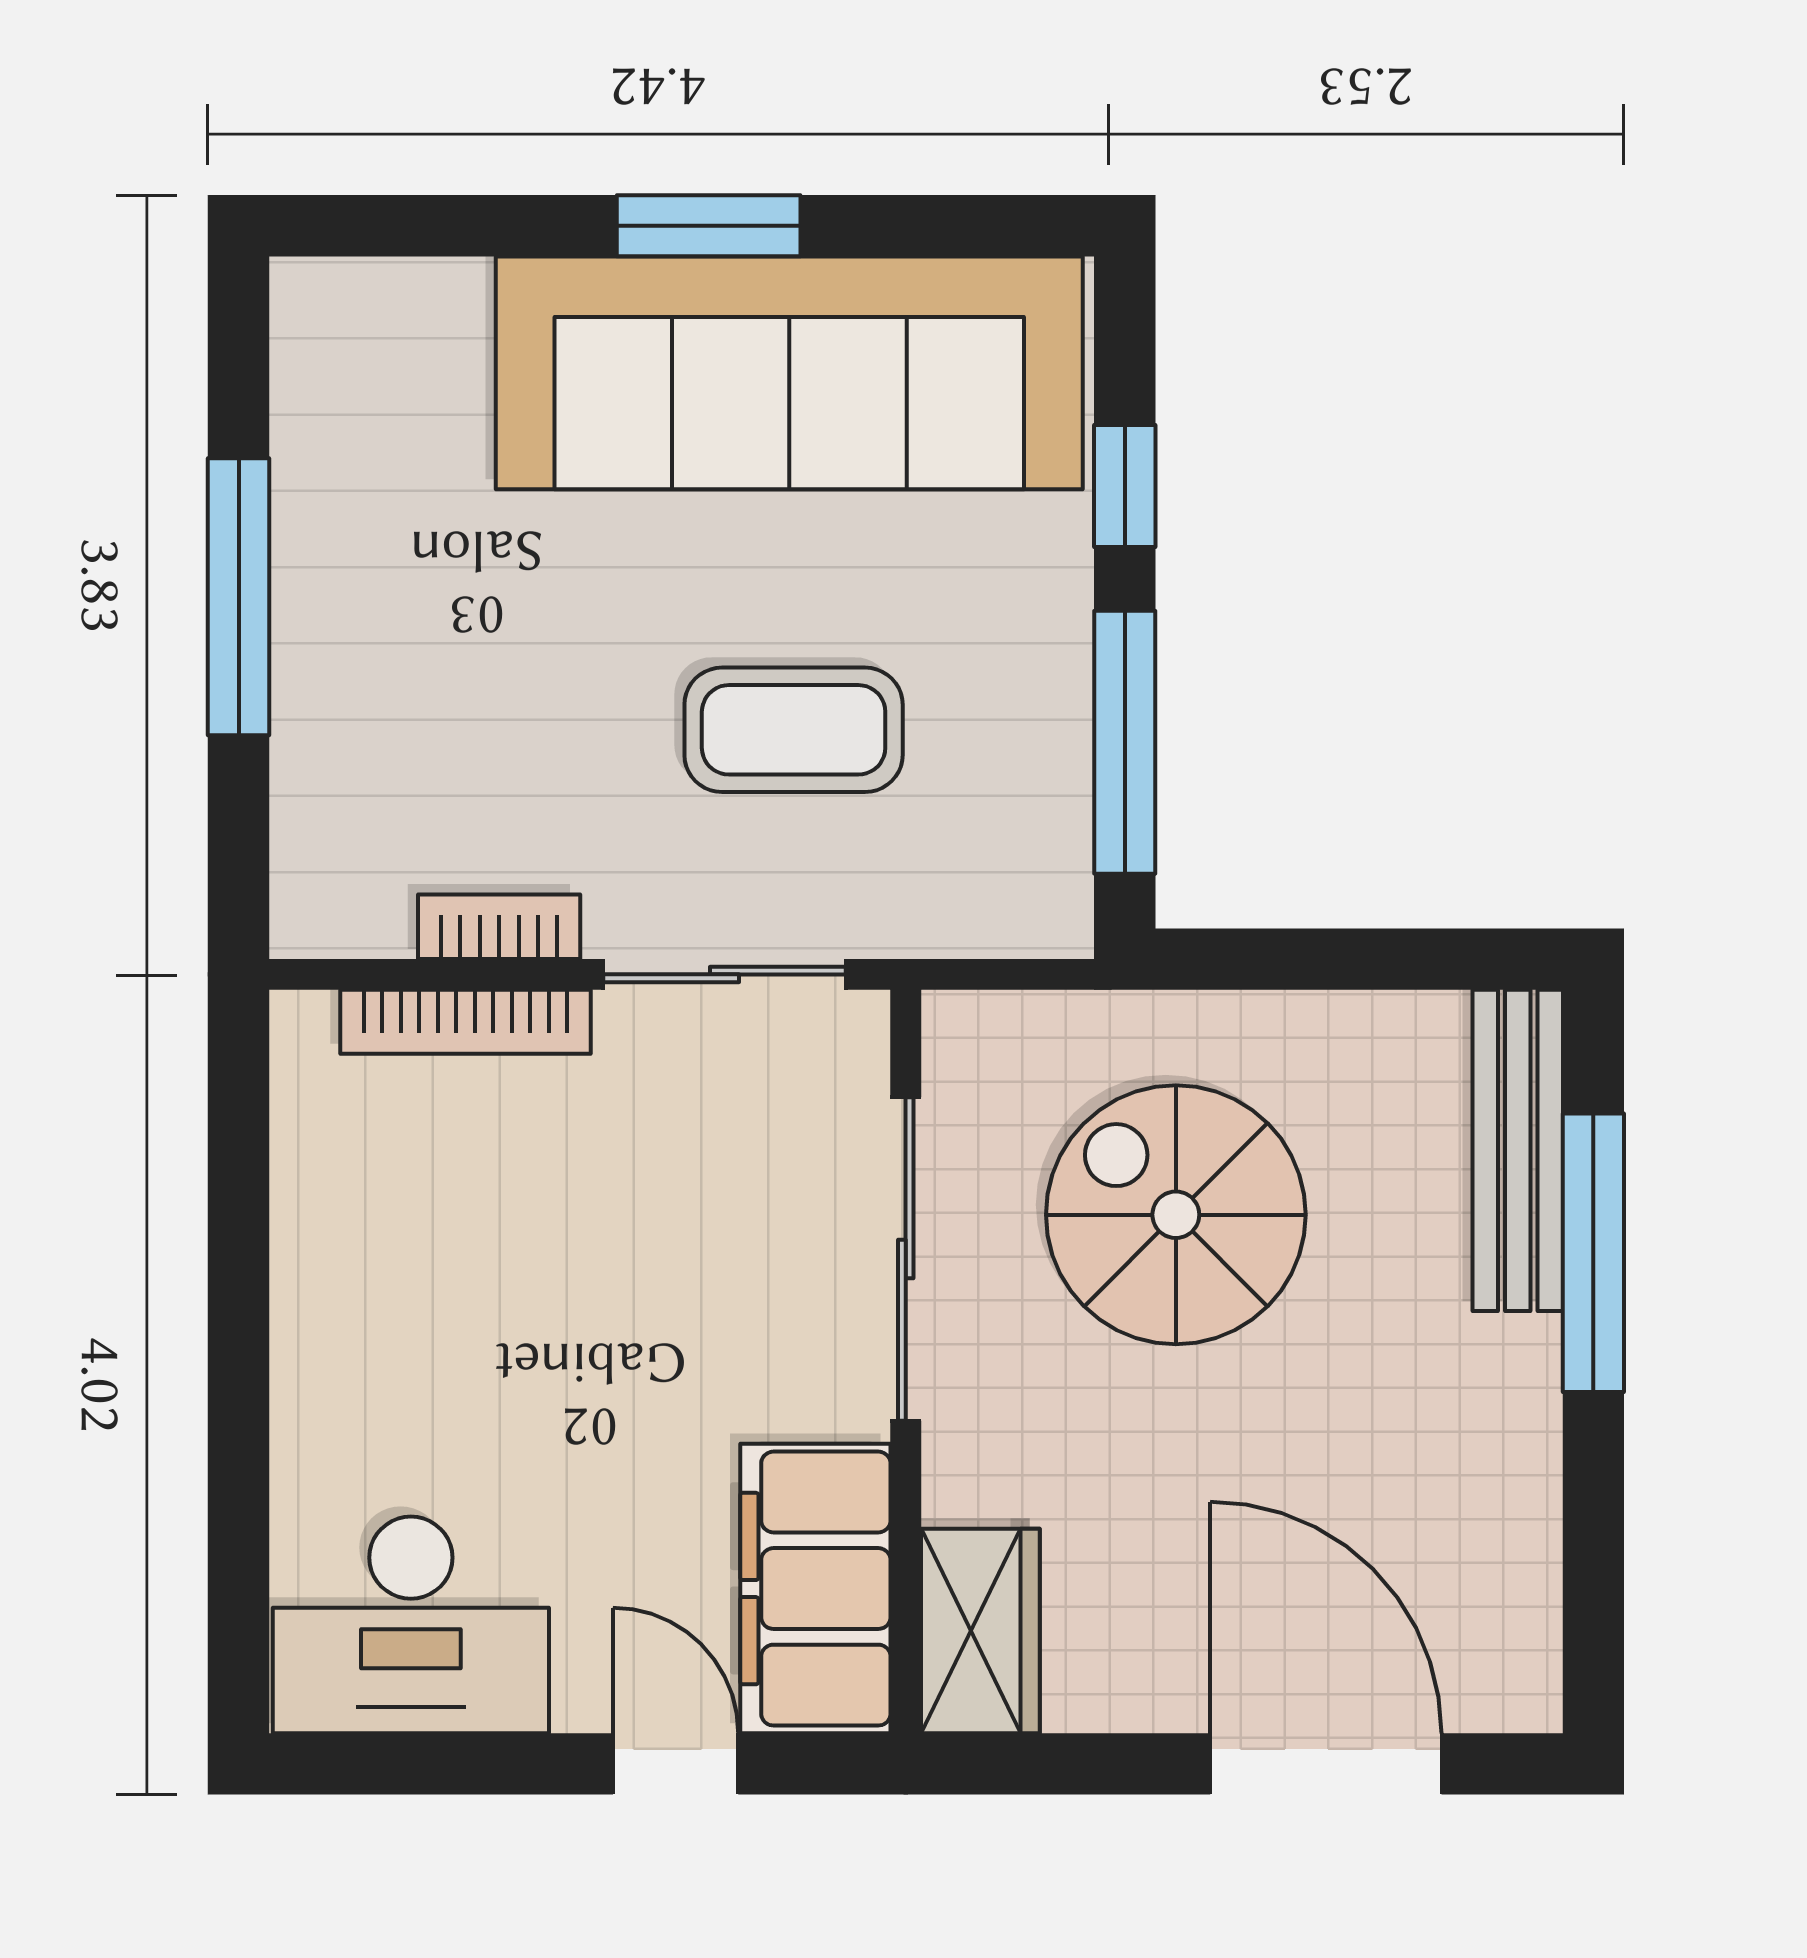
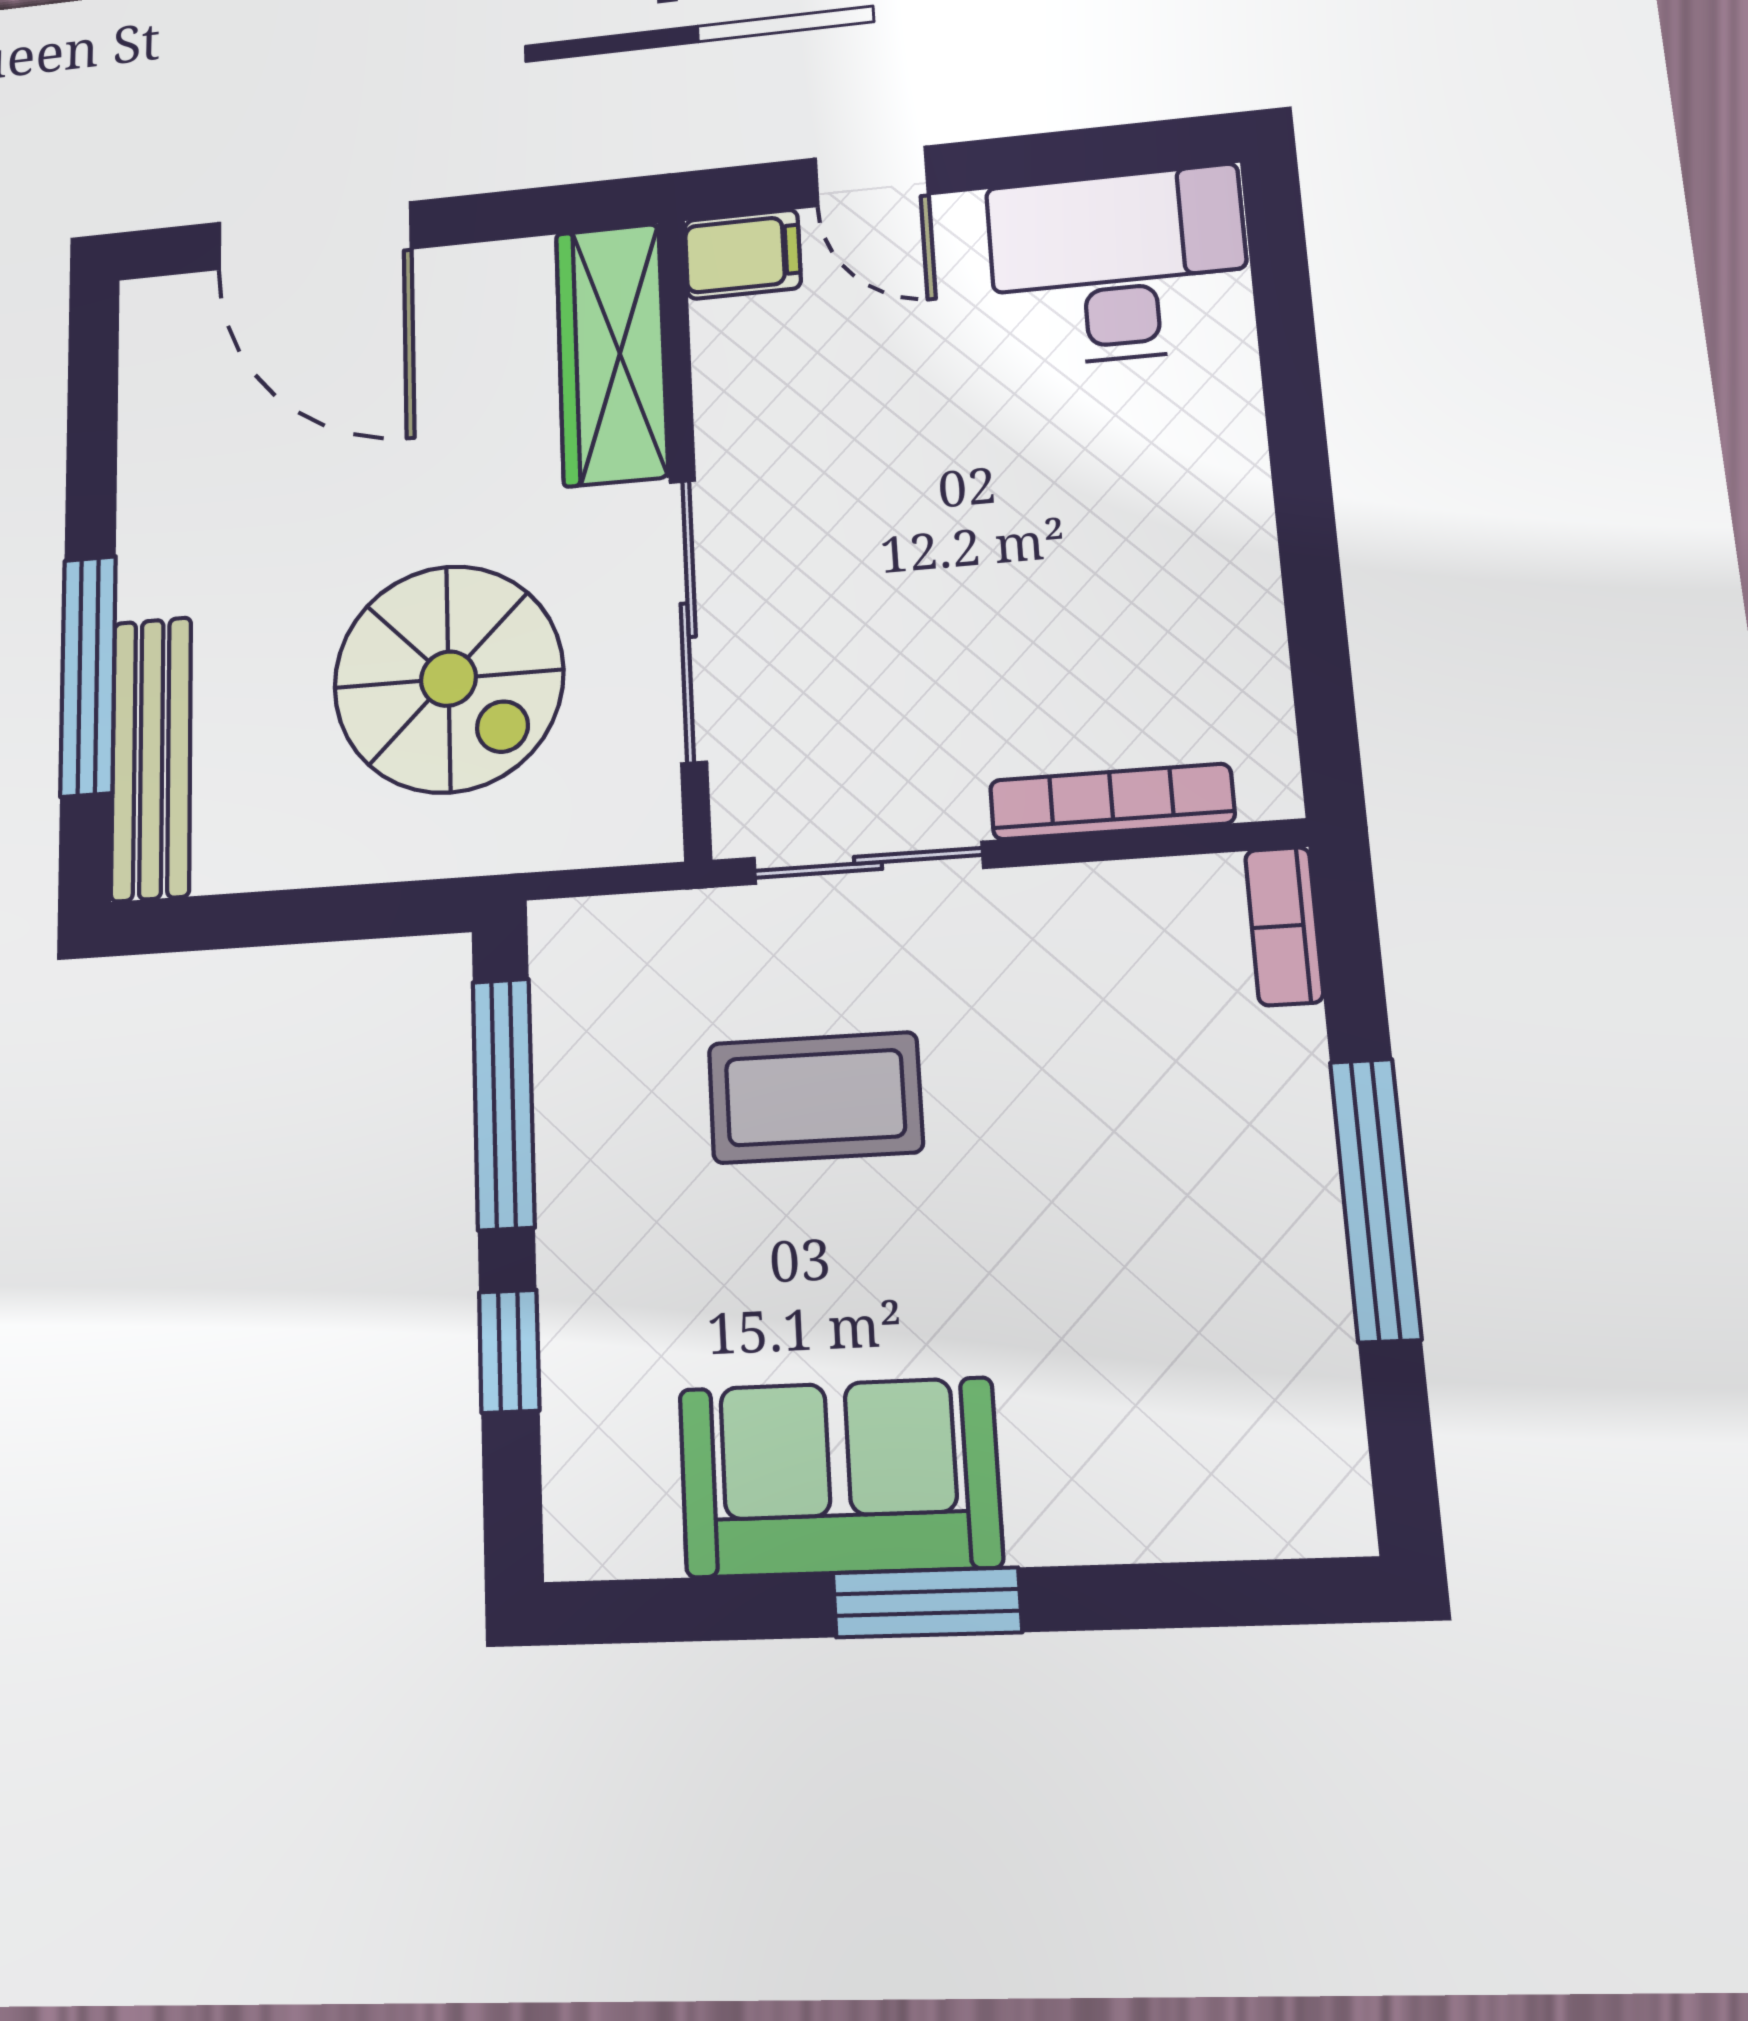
sofa: (789, 373) -> (839, 1477), width x0.54, depth x0.79
bookcase: (499, 927) -> (1284, 926), moved, turned 90
filing cabinet: (815, 1589) -> (743, 254), width x0.33, depth x0.86
wardrobe: (980, 1631) -> (612, 354), width x1.50

